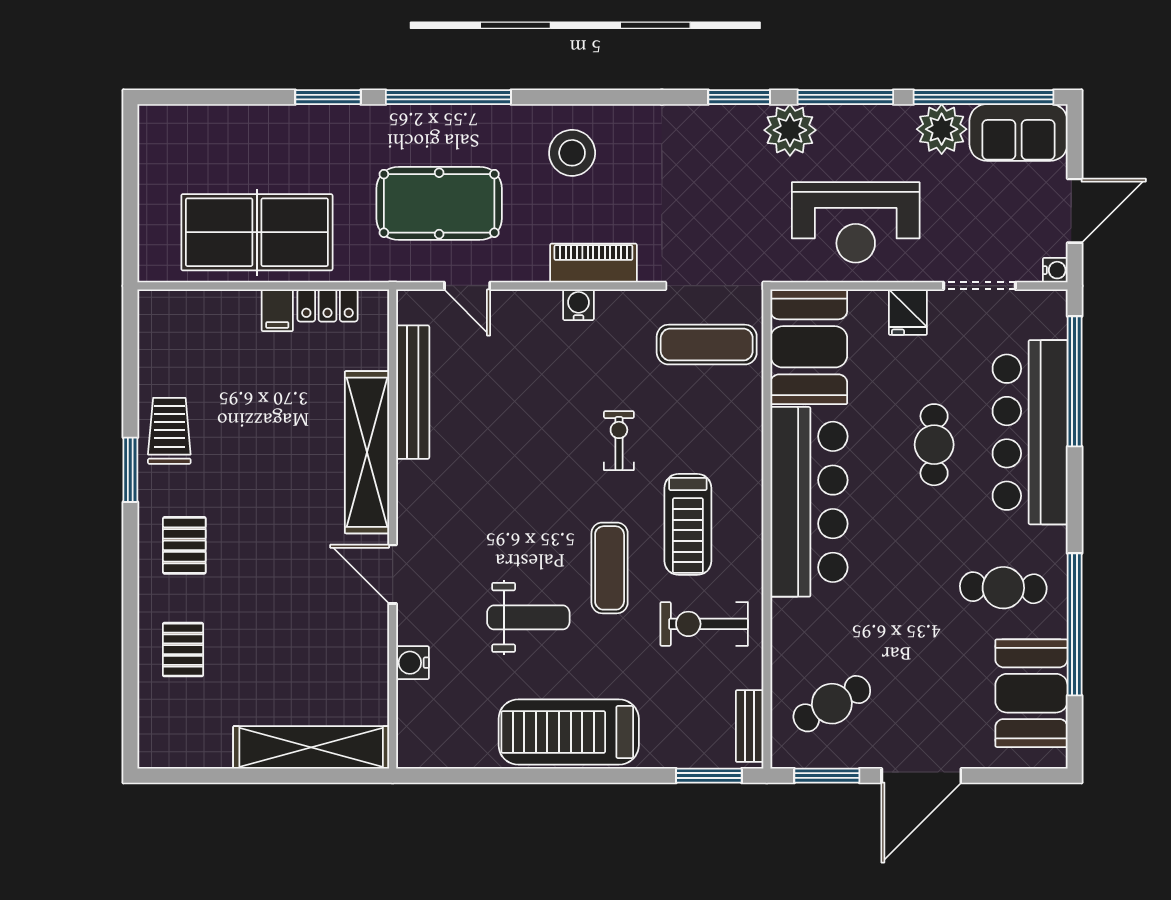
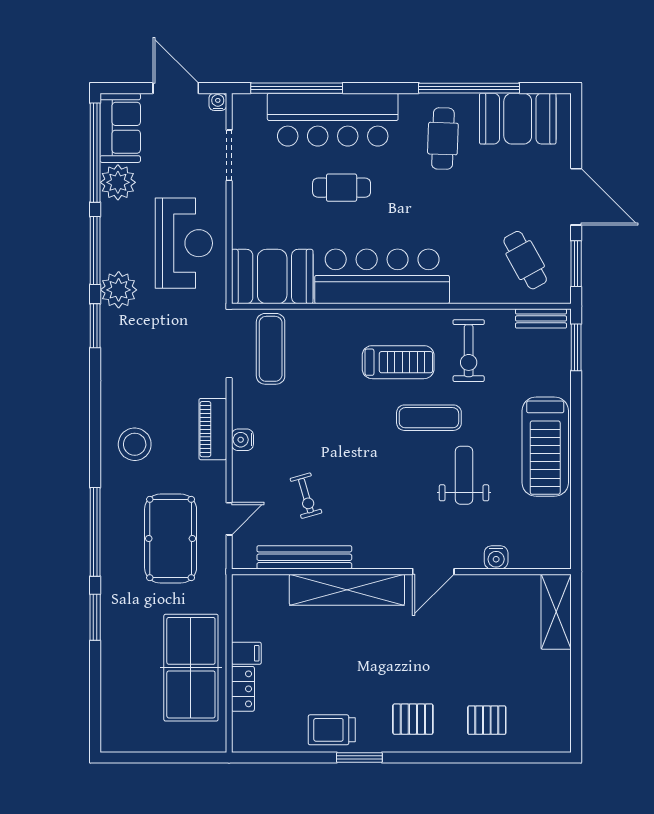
locker: (328, 305) -> (243, 689), moved
fridge: (908, 312) -> (248, 206), removed
exercise bike: (619, 441) -> (306, 496), moved, turned -106
shelving: (311, 747) -> (556, 612), width x0.68

